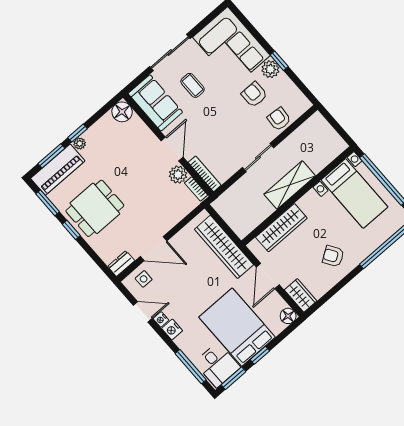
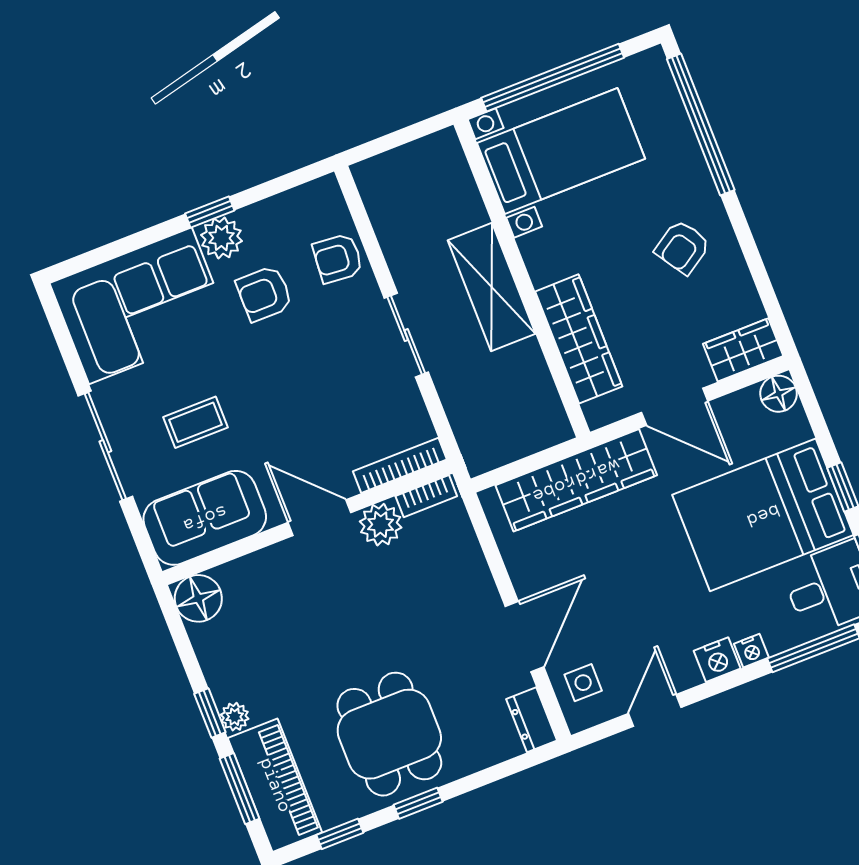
window: (48, 203) -> (340, 834), width x0.67
nightstand: (161, 319) -> (751, 651), moved

